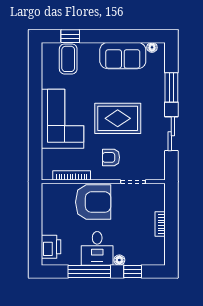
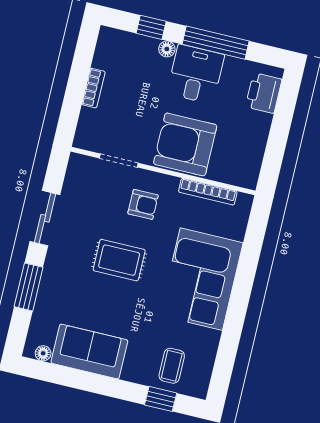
coffee table: (68, 59) -> (172, 366), width x0.73, depth x0.77
rug: (118, 118) -> (119, 260), width x0.73, depth x0.70

